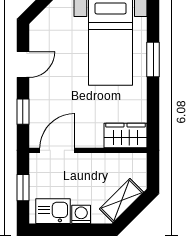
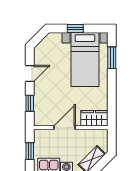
window: (153, 59) -> (112, 58), moved
door: (57, 150) -> (64, 128), moved

